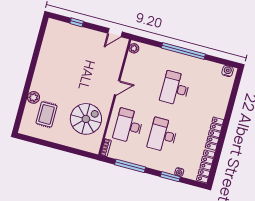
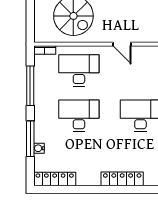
locker: (214, 134) -> (122, 179), moved
window: (170, 177) -> (30, 139), width x1.44

